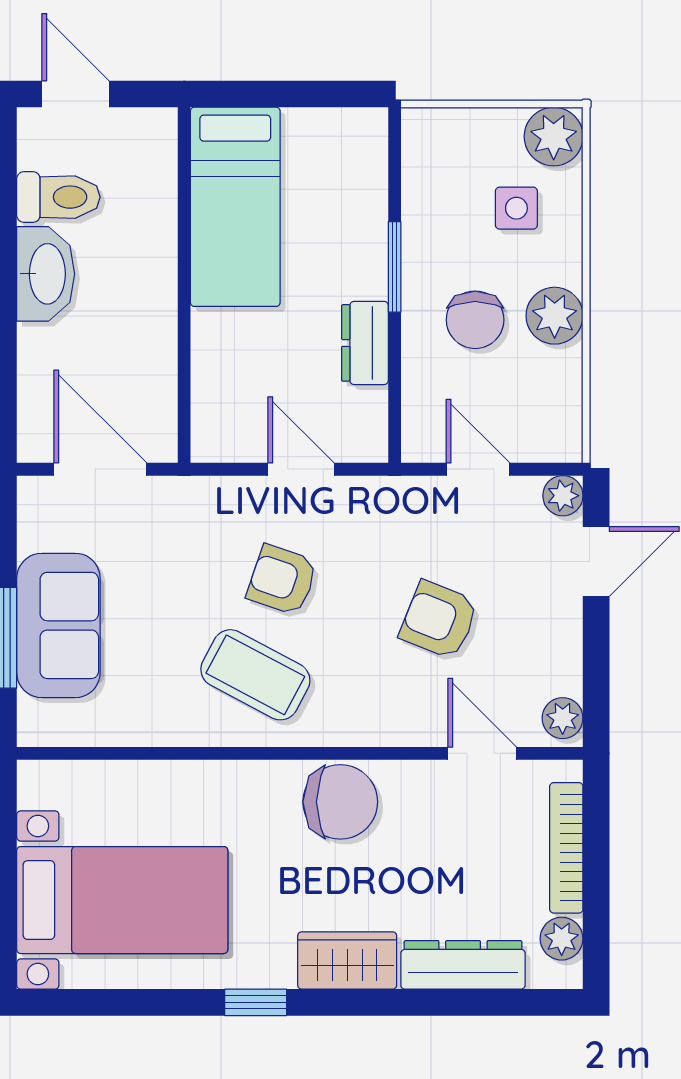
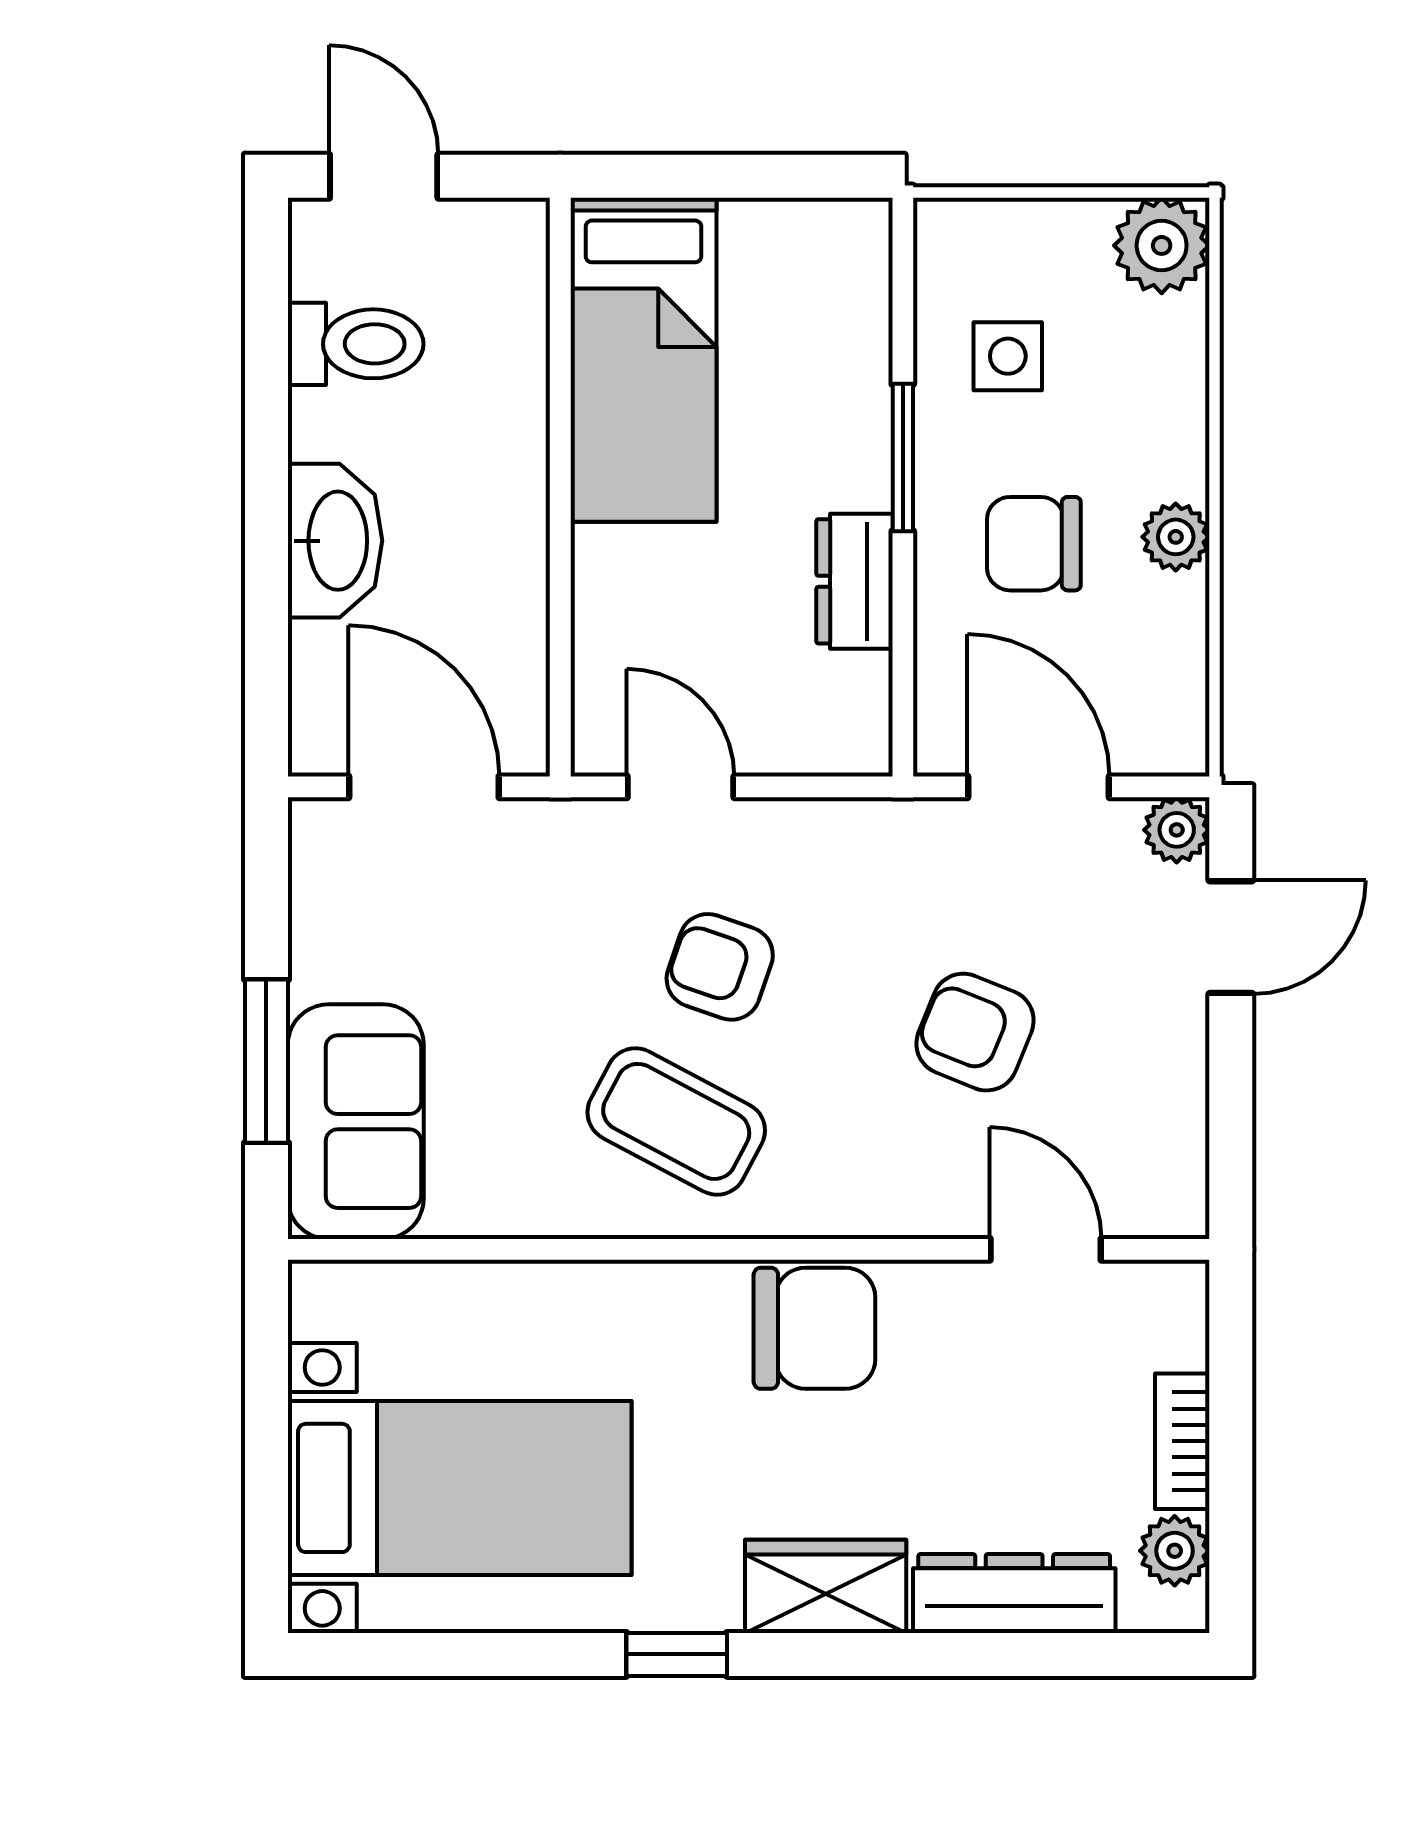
side table: (516, 208) -> (1008, 356), moved
washbasin: (46, 274) -> (335, 541), moved
plant: (555, 316) -> (1176, 537), width x0.73, depth x0.73
chair: (475, 320) -> (1034, 544), turned 90
door: (301, 469) -> (681, 787), moved
door: (478, 469) -> (1038, 787), width x1.38
sofa: (58, 625) -> (356, 1122), moved
plant: (563, 718) -> (1176, 1192), removed
bookcase: (566, 848) -> (1182, 1441), width x0.64

